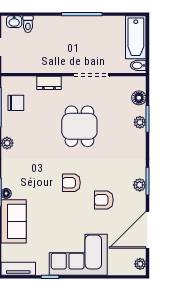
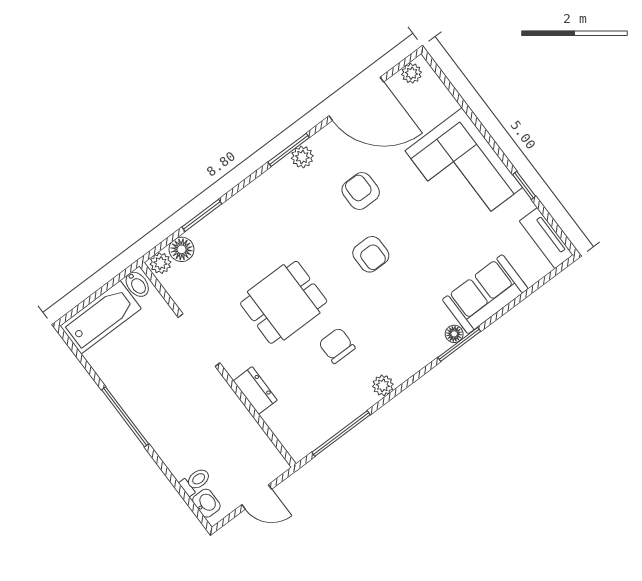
chair: (16, 103) -> (337, 345), moved
plant: (140, 122) -> (160, 263), moved
armchair: (104, 200) -> (361, 191), turned 180

